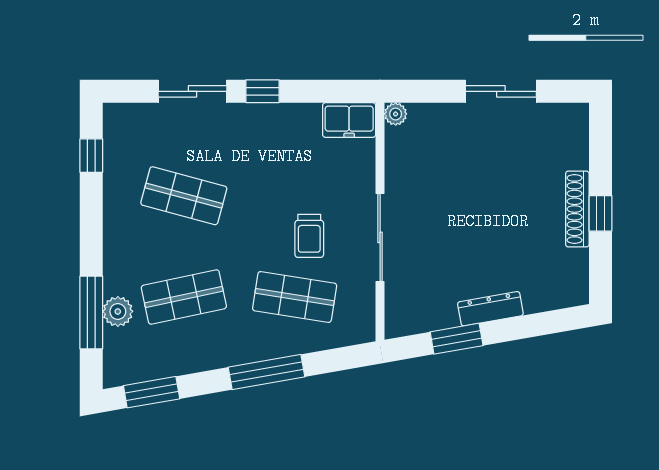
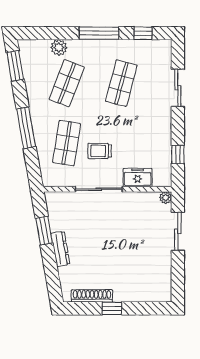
window: (262, 91) -> (178, 155), moved
sliding door: (501, 91) -> (178, 231), moved
freezer: (349, 120) -> (138, 178), moved, turned 90
shoe rack: (577, 209) -> (92, 296), moved
shop shelf: (184, 297) -> (67, 83), turned 33
window: (91, 312) -> (99, 33), moved

